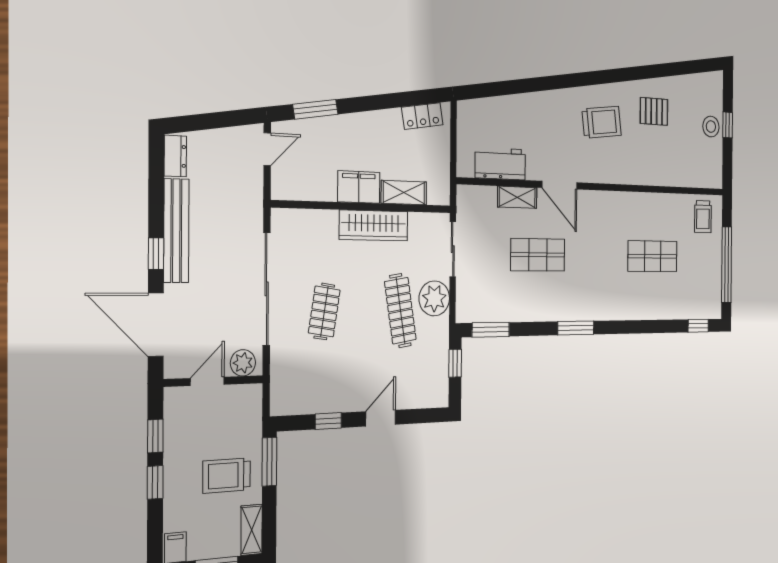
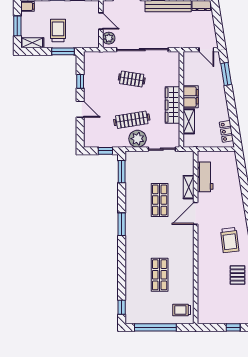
stool: (711, 127) -> (232, 315), removed

